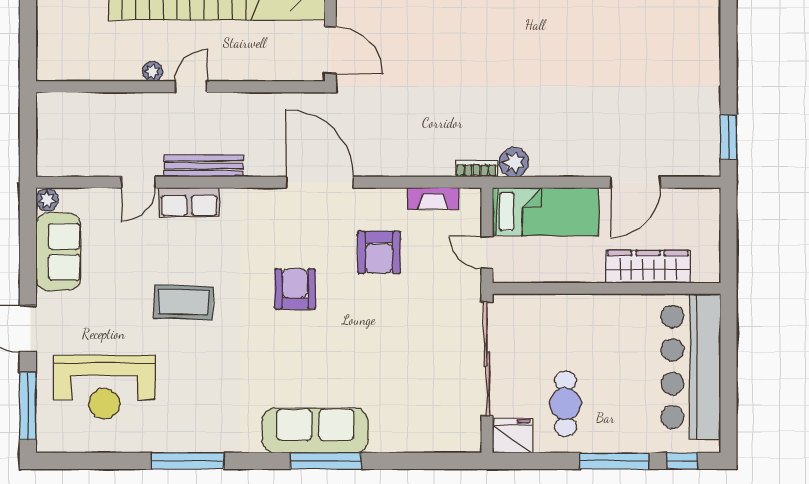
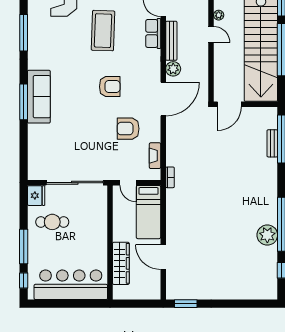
plant: (514, 162) -> (173, 69), moved
door: (487, 253) -> (128, 183), swing flipped
coffee table: (183, 302) -> (103, 31), width x1.36, depth x1.32

